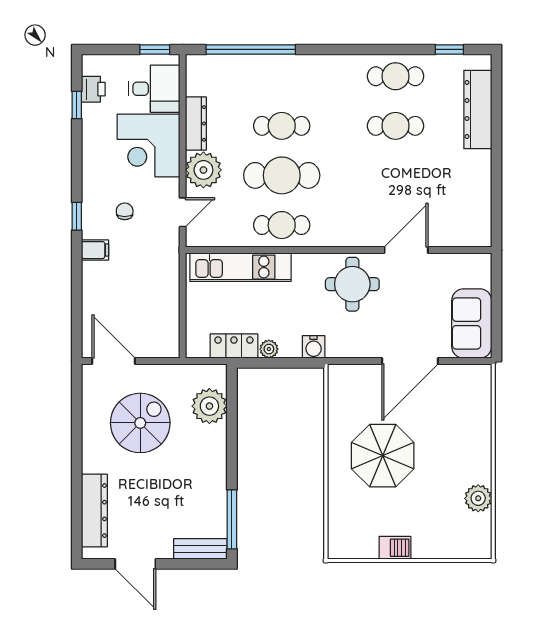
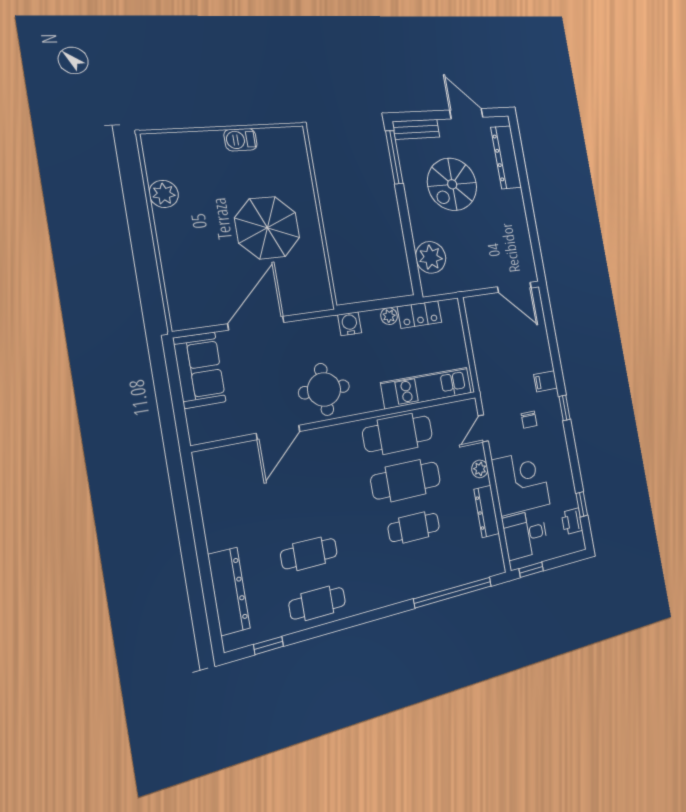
plant: (203, 170) -> (480, 469), width x0.53, depth x0.53
cafe table: (282, 225) -> (398, 434), width x1.37, depth x1.35
spiral stairs: (140, 423) -> (452, 184), moved

